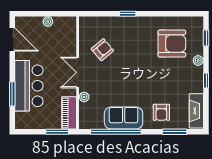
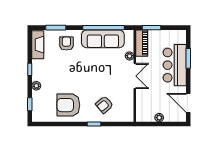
armchair: (172, 44) -> (68, 105), moved
armchair: (102, 50) -> (104, 105), moved
sofa: (124, 118) -> (103, 39), width x1.36

